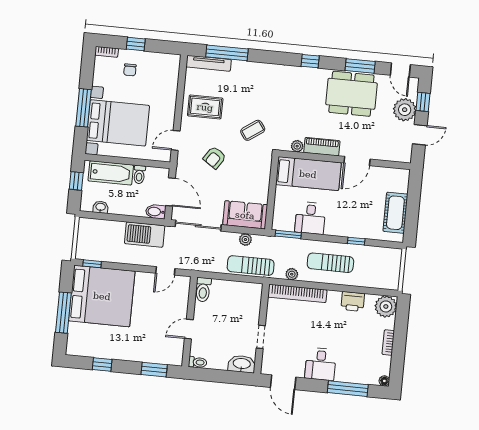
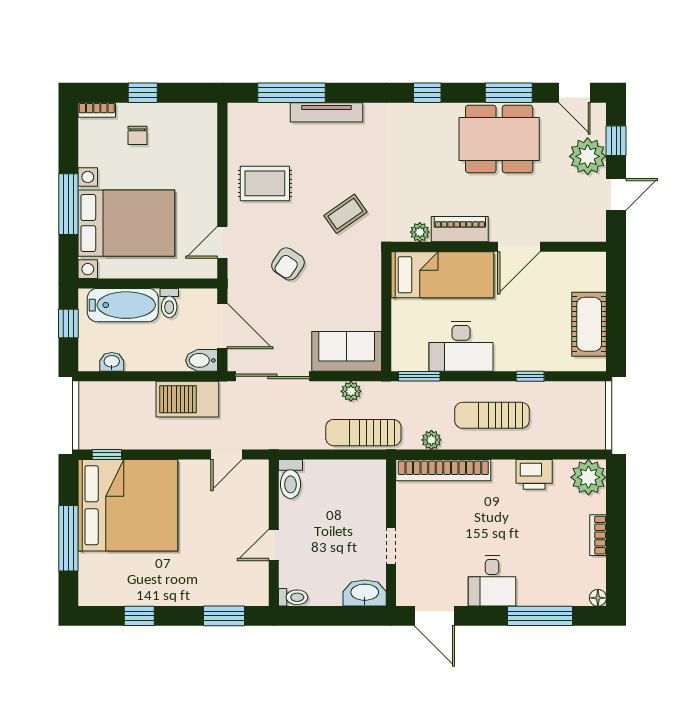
tv unit: (209, 63) -> (326, 112), moved
desk: (310, 218) -> (461, 346), width x1.37

